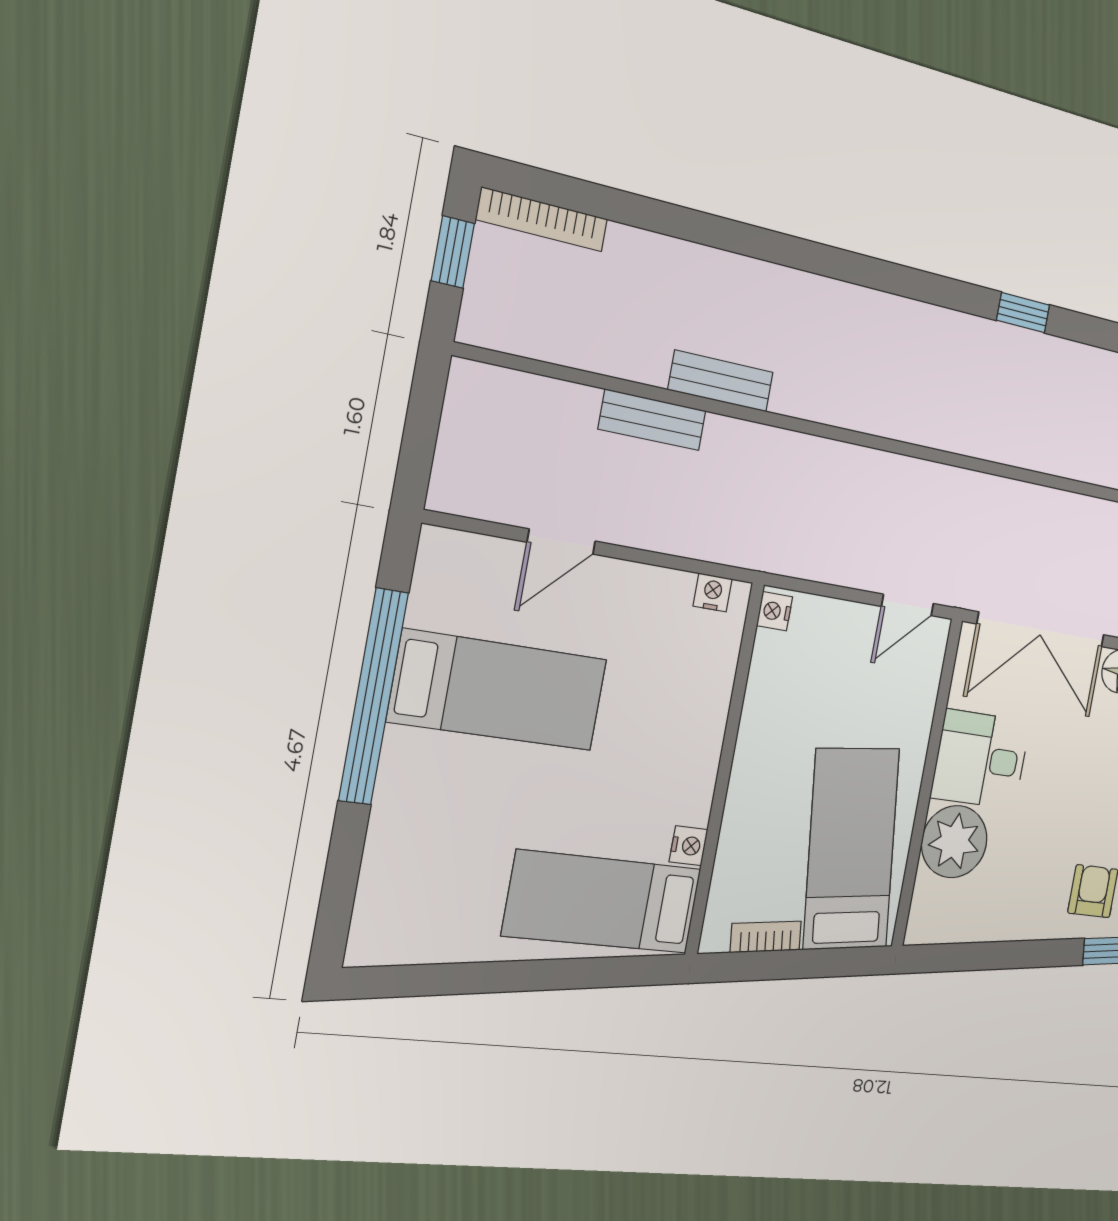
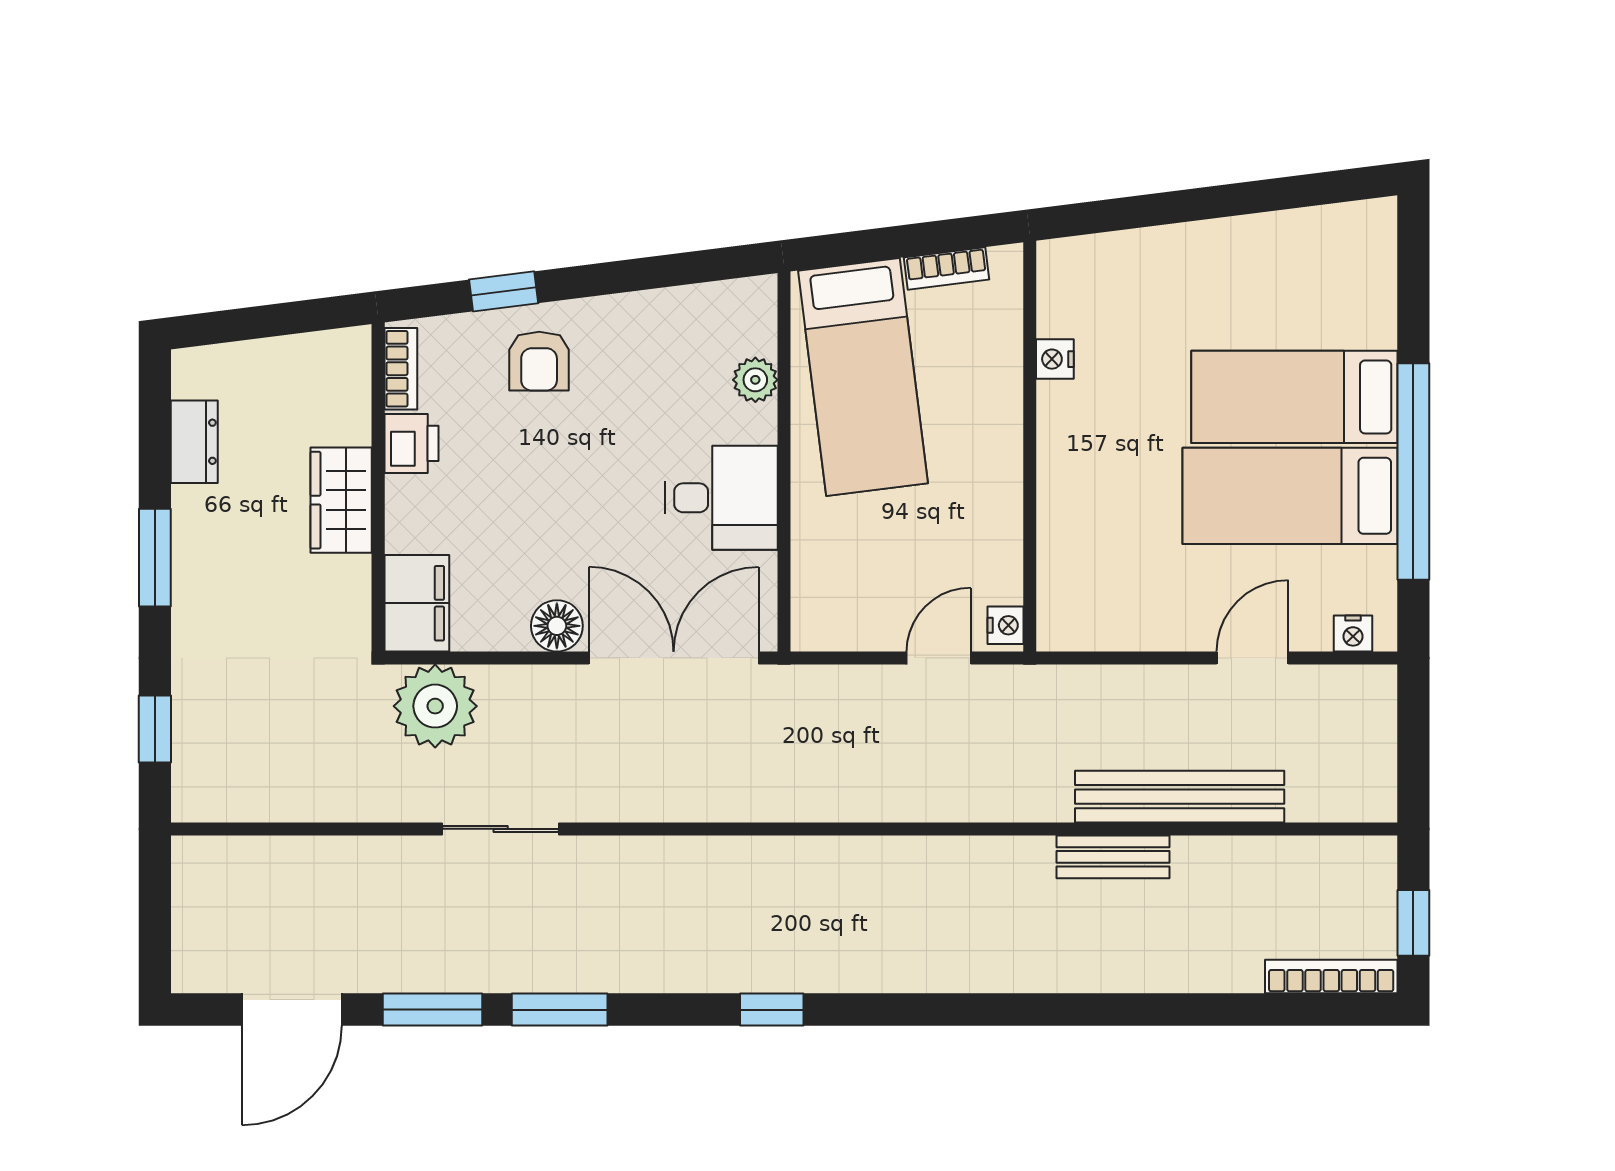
bench: (652, 420) -> (1180, 797), width x1.86, depth x1.21
nightstand: (713, 592) -> (1353, 634), moved
door: (908, 605) -> (939, 658), moved
plant: (954, 842) -> (755, 380), width x0.53, depth x0.53
bed: (603, 902) -> (1294, 397), moved, turned 180

